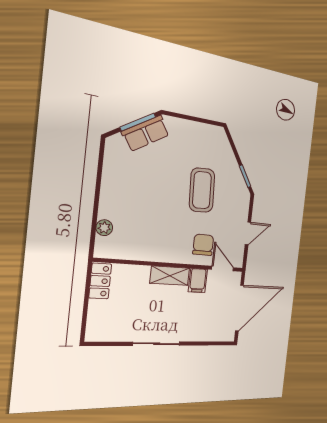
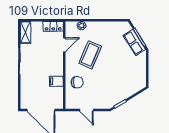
coffee table: (202, 190) -> (90, 55), moved, turned -64
door: (223, 269) -> (64, 45), moved
shelving: (170, 276) -> (25, 32), moved

